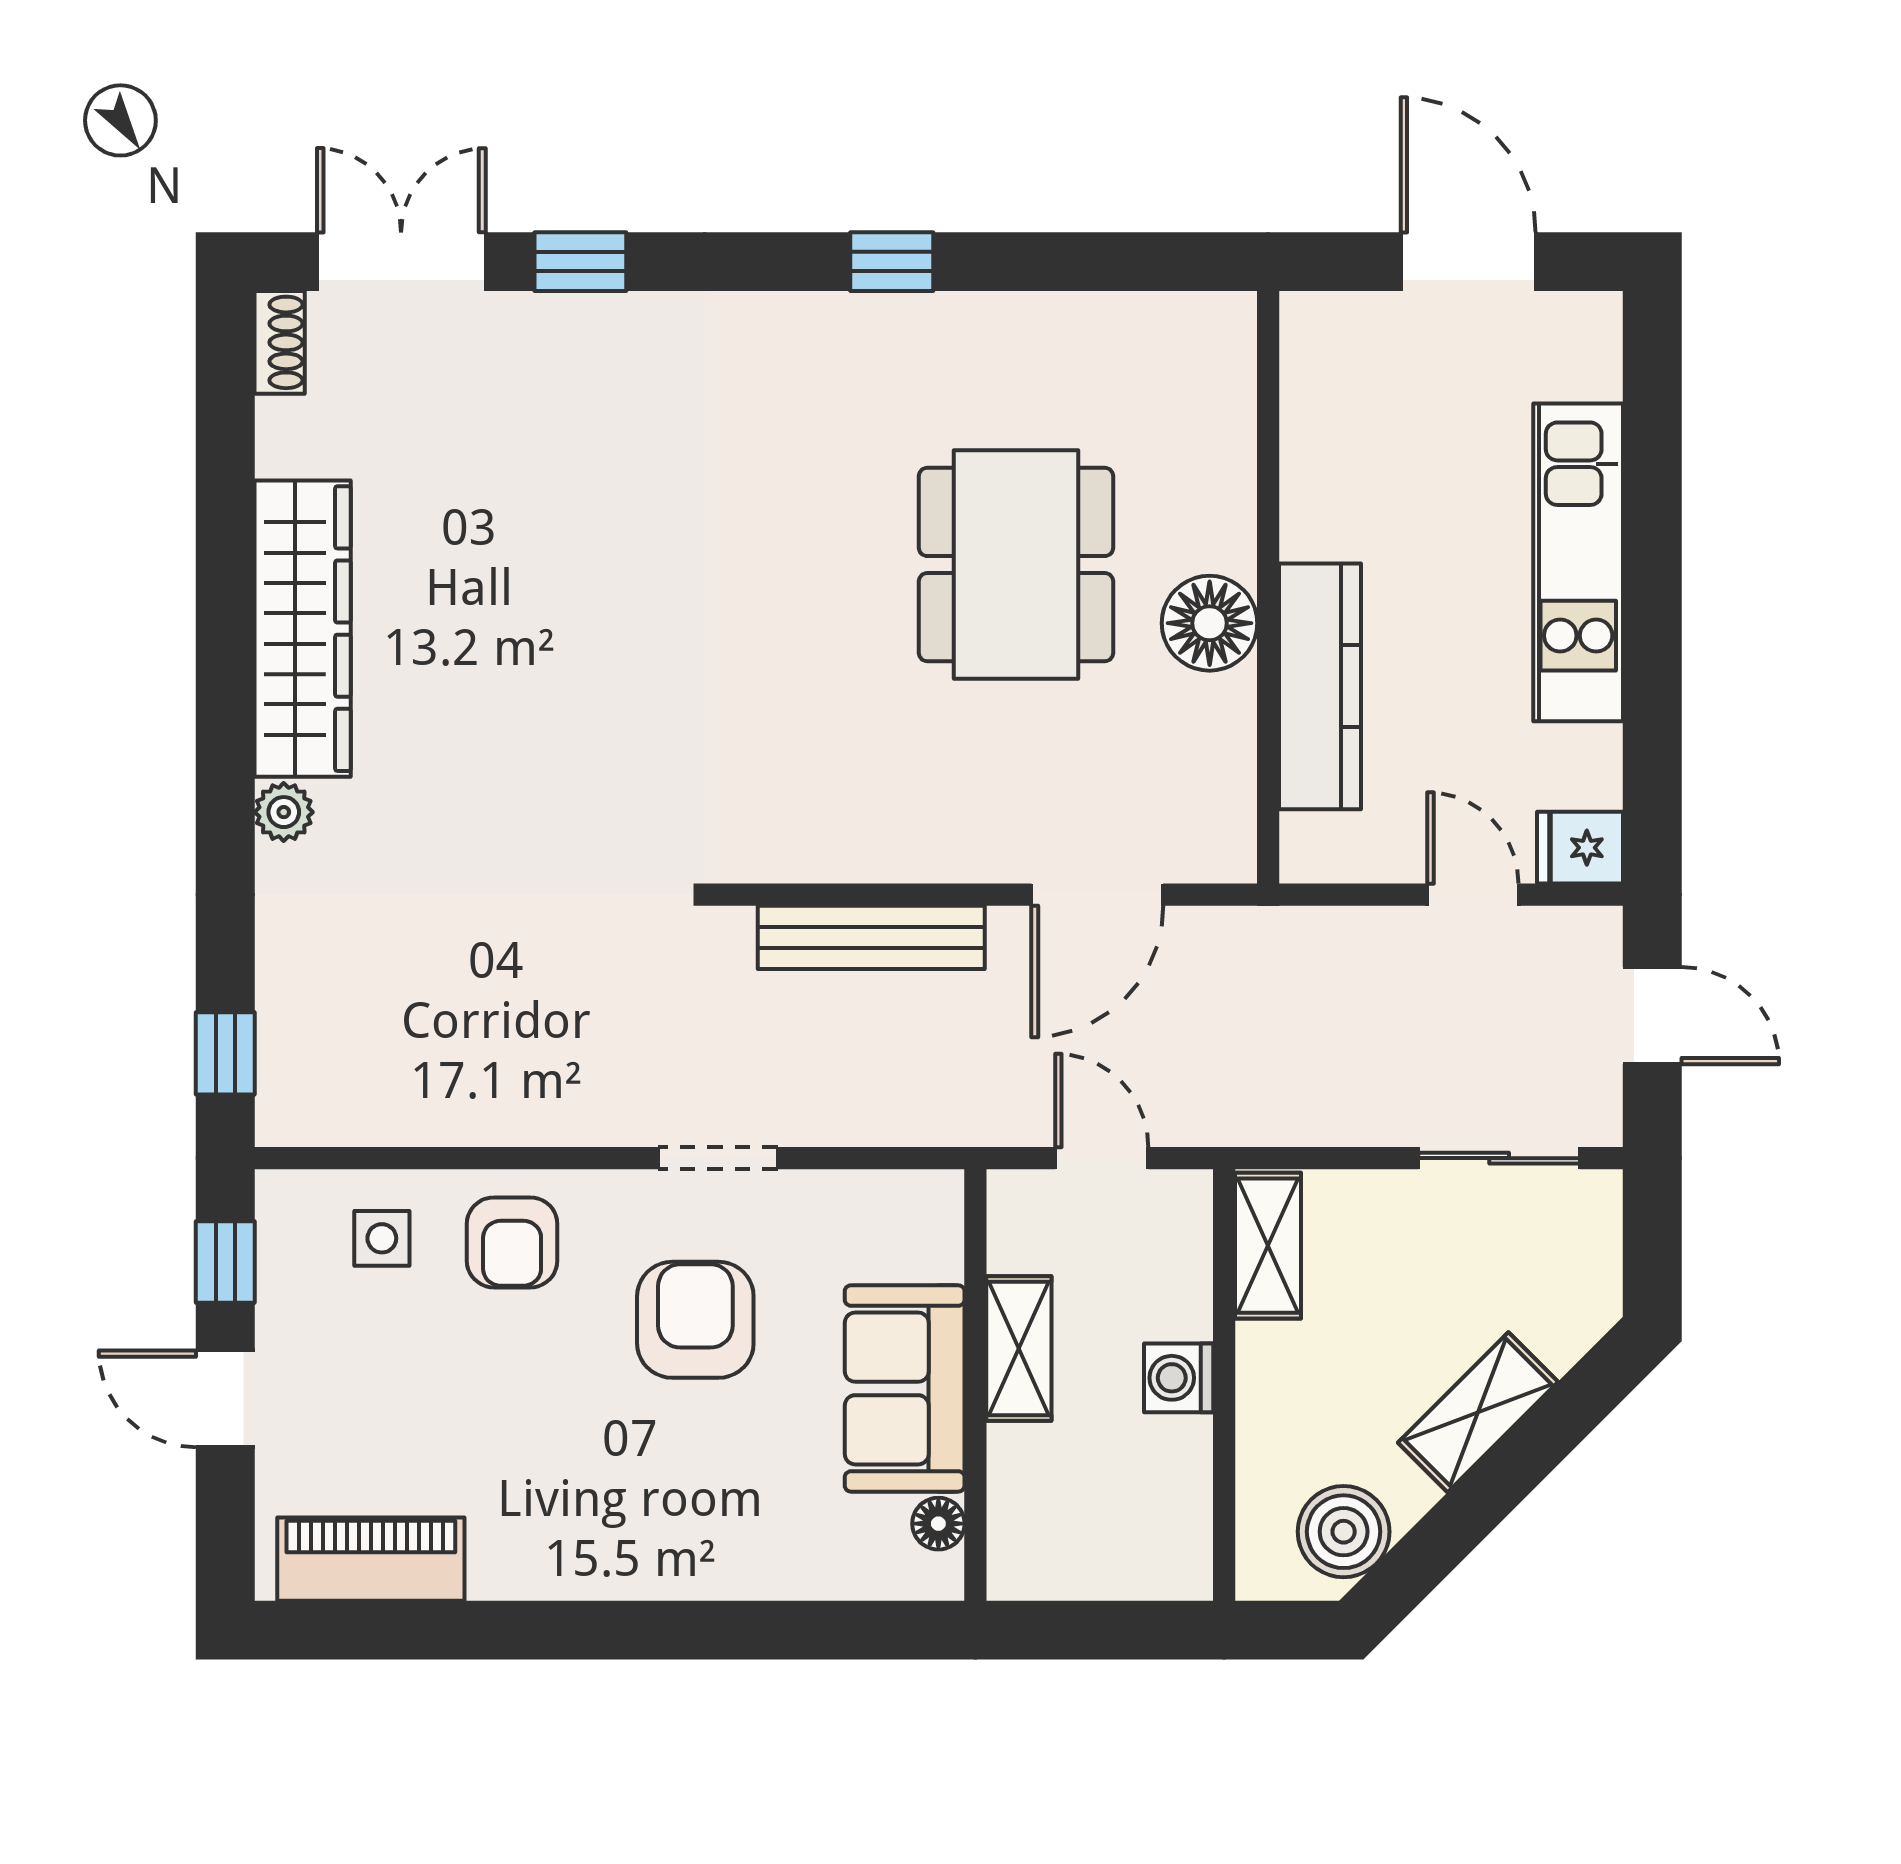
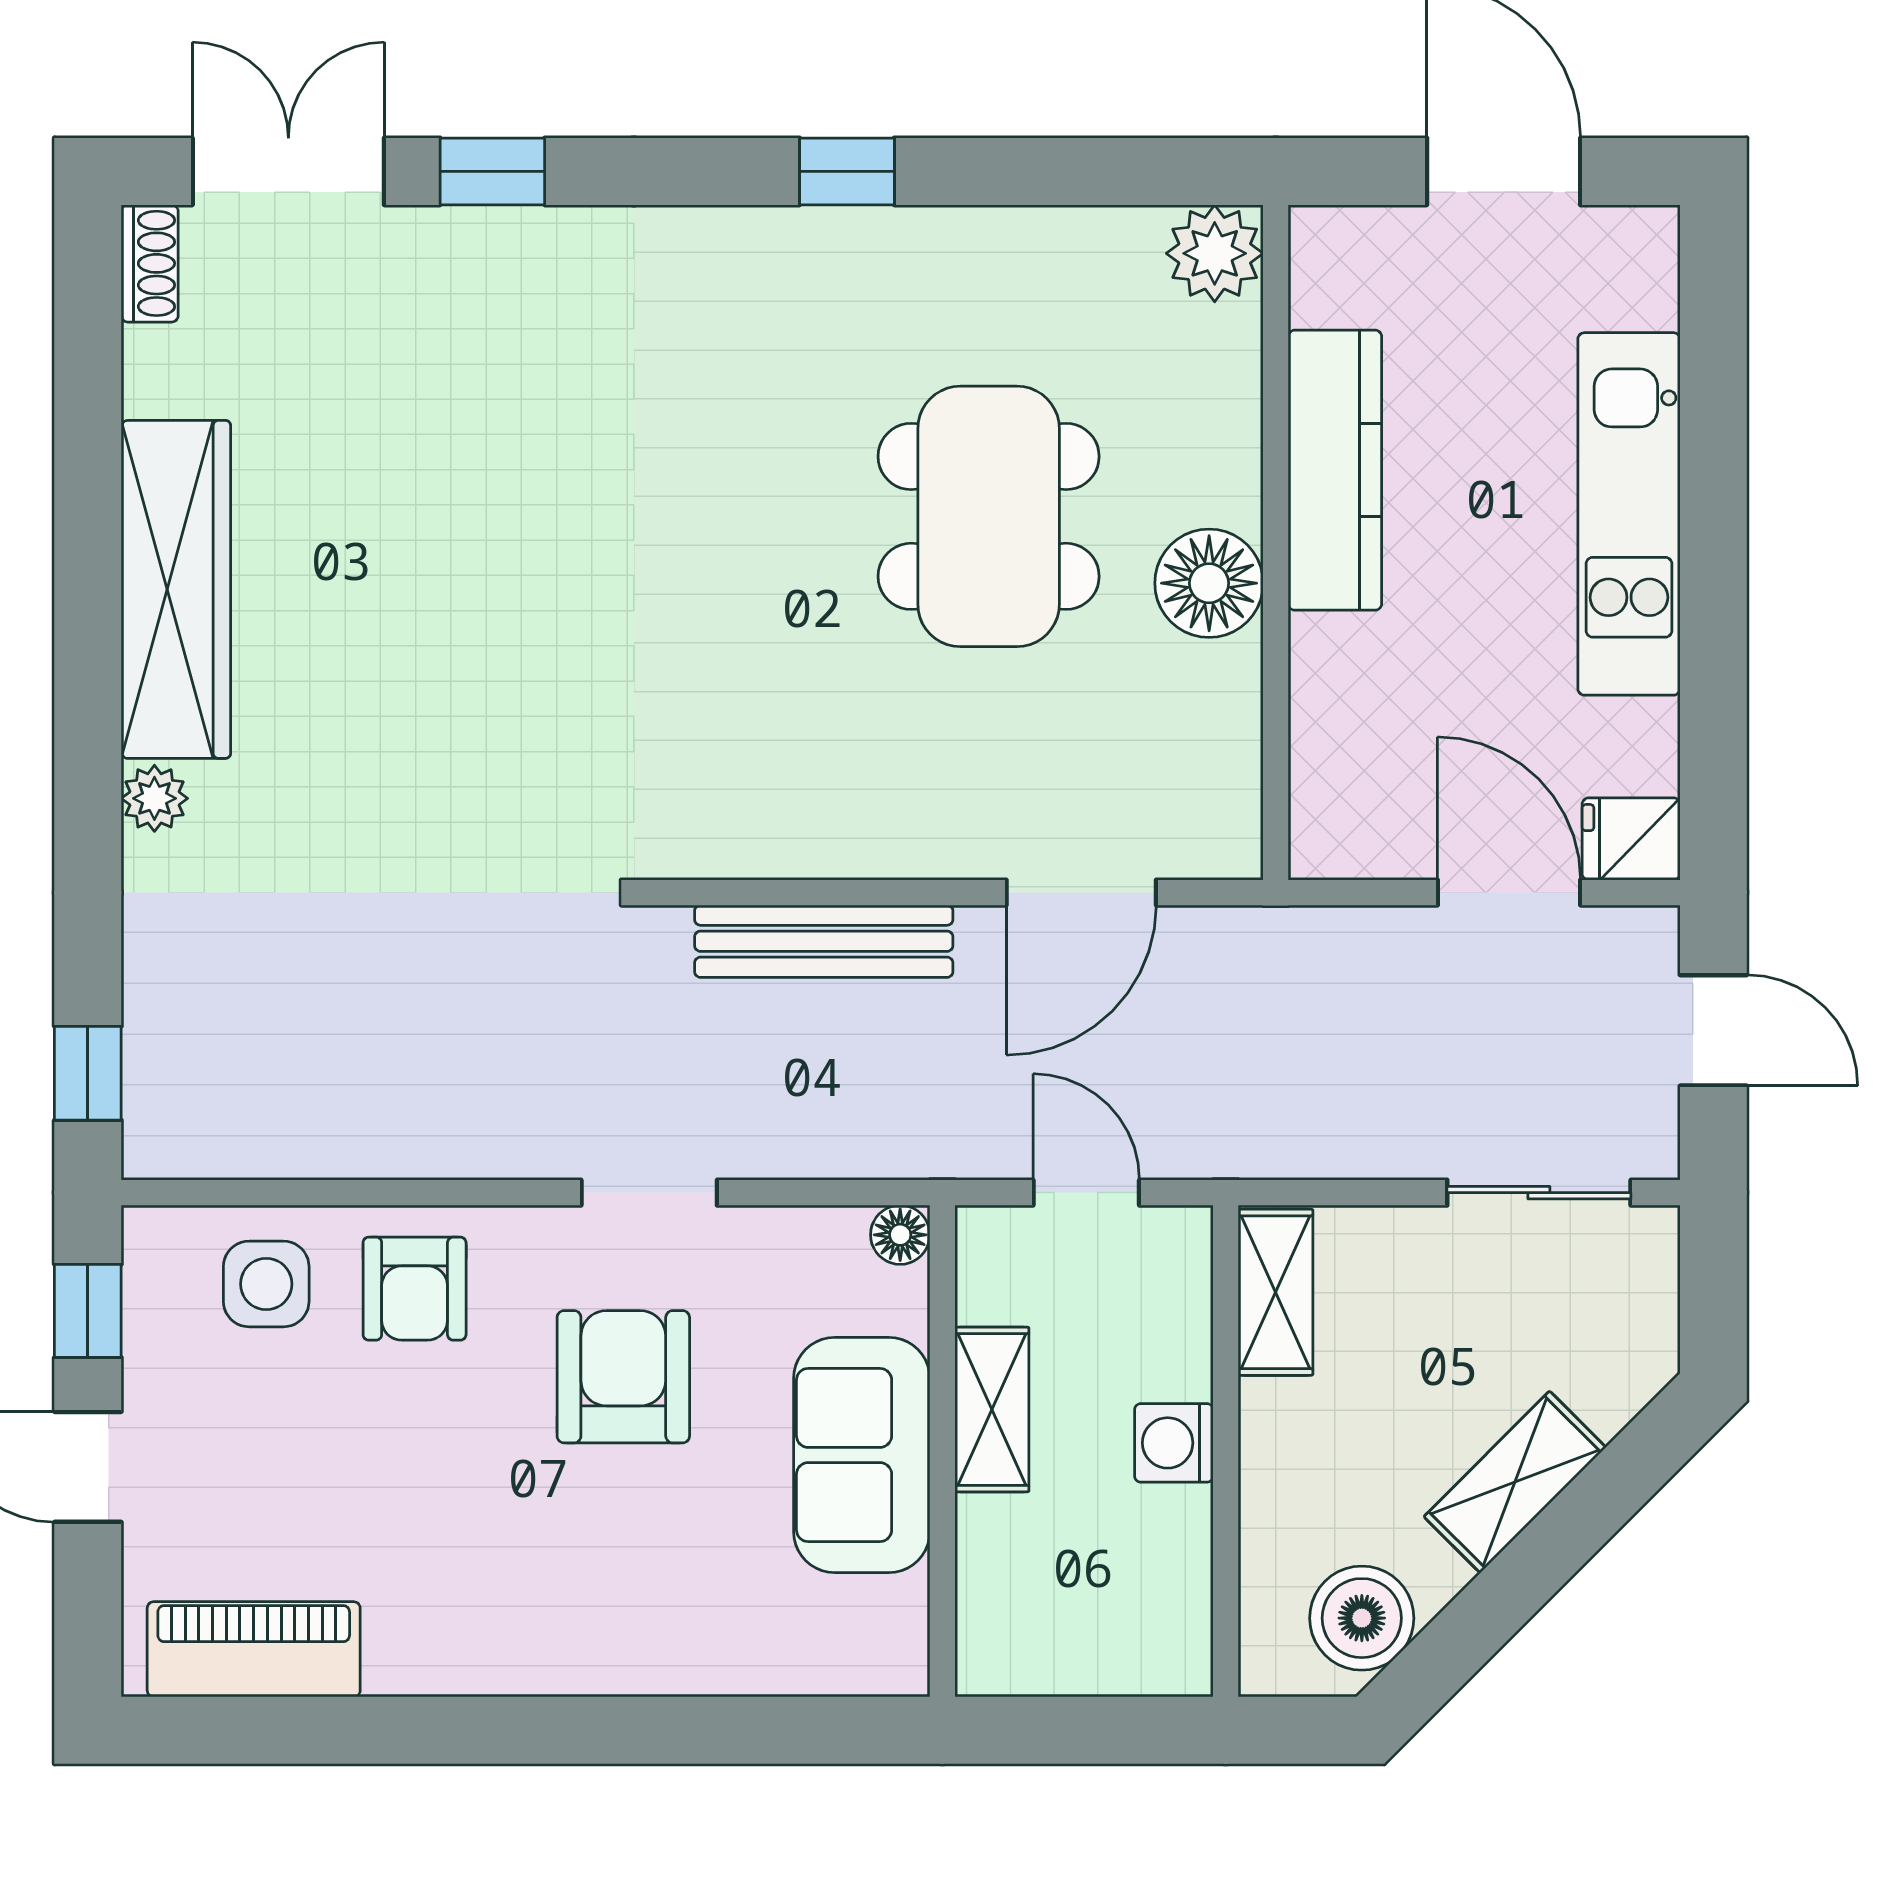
plant: (1214, 334) -> (1215, 253), added
kitchen counter: (1320, 686) -> (1335, 470), moved
door: (1473, 895) -> (1509, 893), width x1.37
side table: (382, 1238) -> (266, 1284), width x1.37, depth x1.37
floor lamp: (938, 1524) -> (900, 1235), moved

